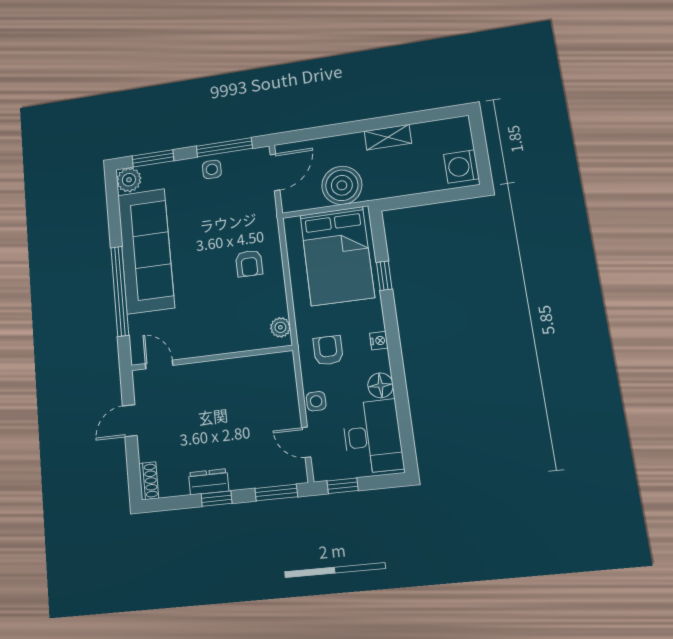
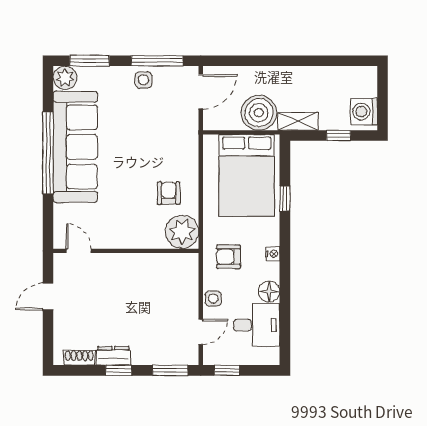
shelving: (388, 137) -> (298, 121), moved
window: (436, 197) -> (339, 136), added
armchair: (249, 263) -> (169, 193), moved, turned 180
window: (120, 291) -> (48, 153), moved
plant: (280, 327) -> (182, 232), width x1.87, depth x1.87
armchair: (328, 350) -> (229, 257), turned -90
desk: (372, 436) -> (257, 325), width x0.73
door: (306, 442) -> (201, 332), swing flipped
shoe rack: (149, 481) -> (79, 358), moved, turned -90

